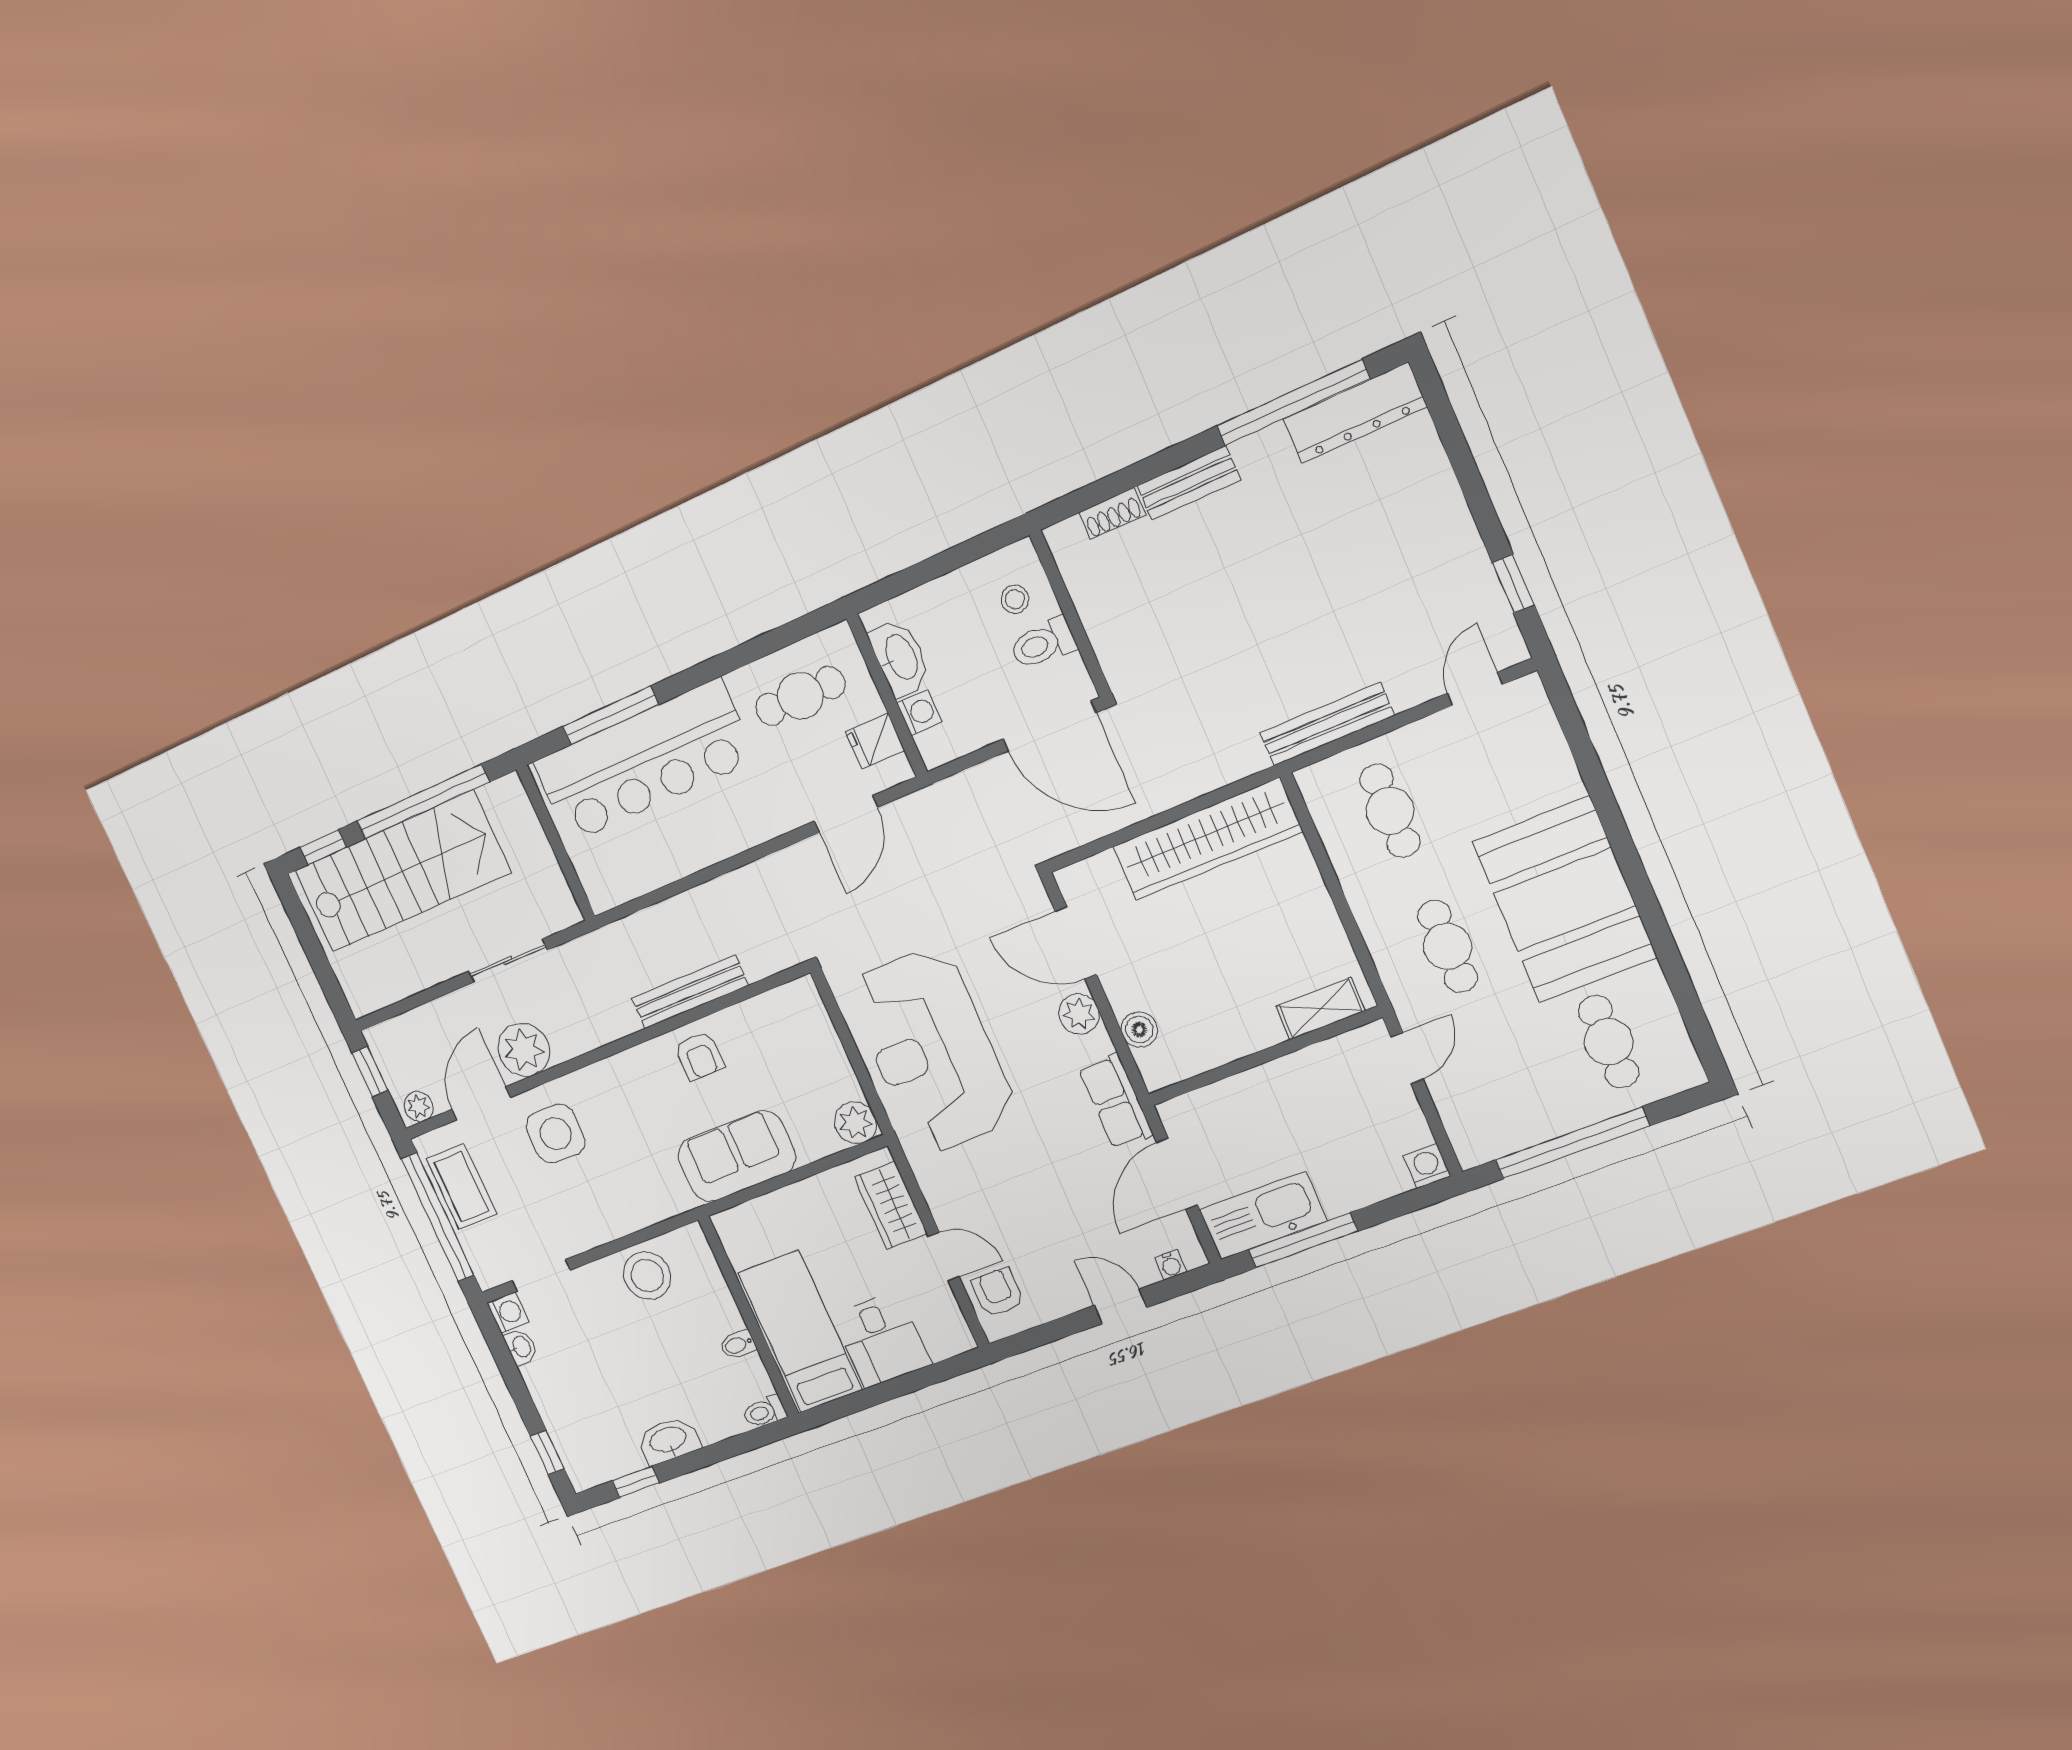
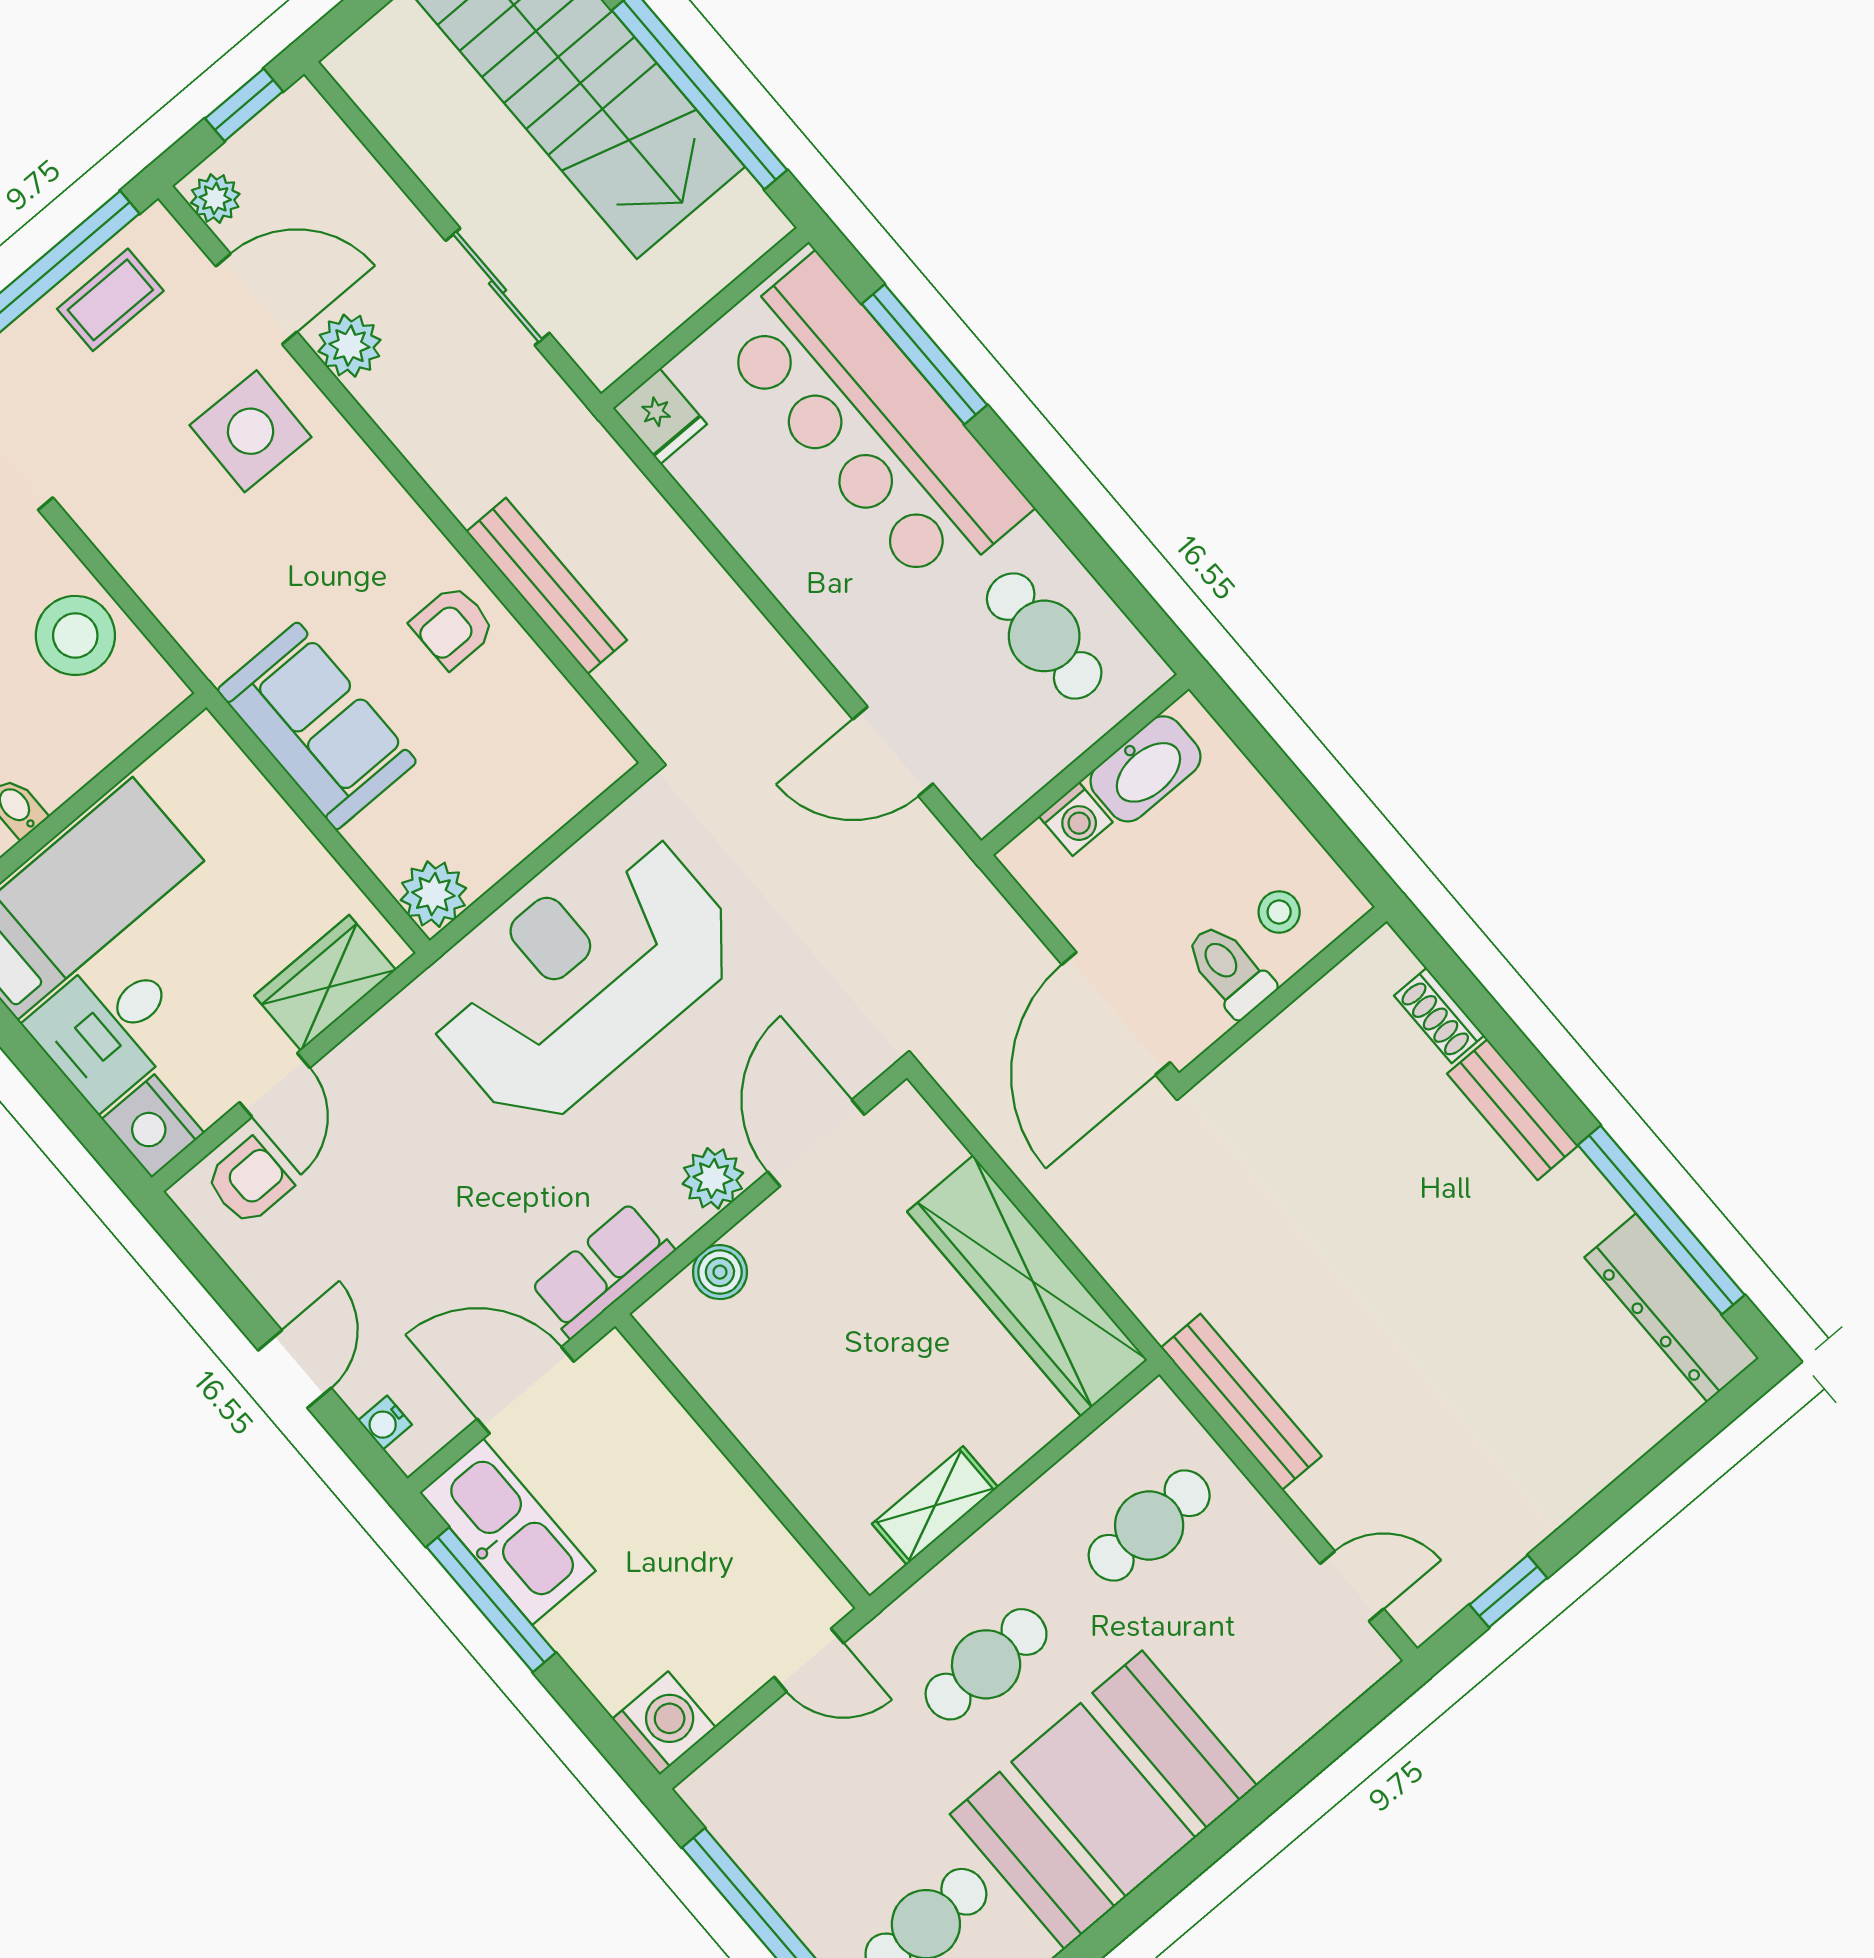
fridge: (875, 741) -> (660, 416), moved, turned 180
shelving: (1320, 1009) -> (935, 1505), moved, turned 90
plant: (524, 1050) -> (349, 346), width x0.73, depth x0.73
washing machine: (1427, 1166) -> (664, 1723), width x1.38, depth x1.38
coffee table: (461, 1187) -> (110, 300), width x0.73, depth x0.77
nightstand: (948, 1336) -> (153, 1126), added

